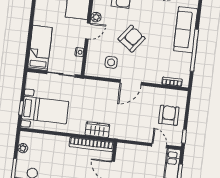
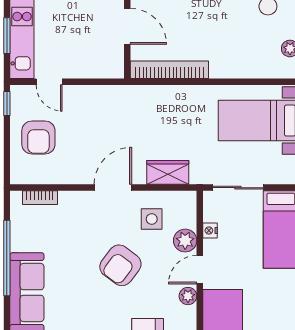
plant: (94, 48) -> (185, 241), added
wardrobe: (97, 130) -> (168, 172), moved, turned 180

